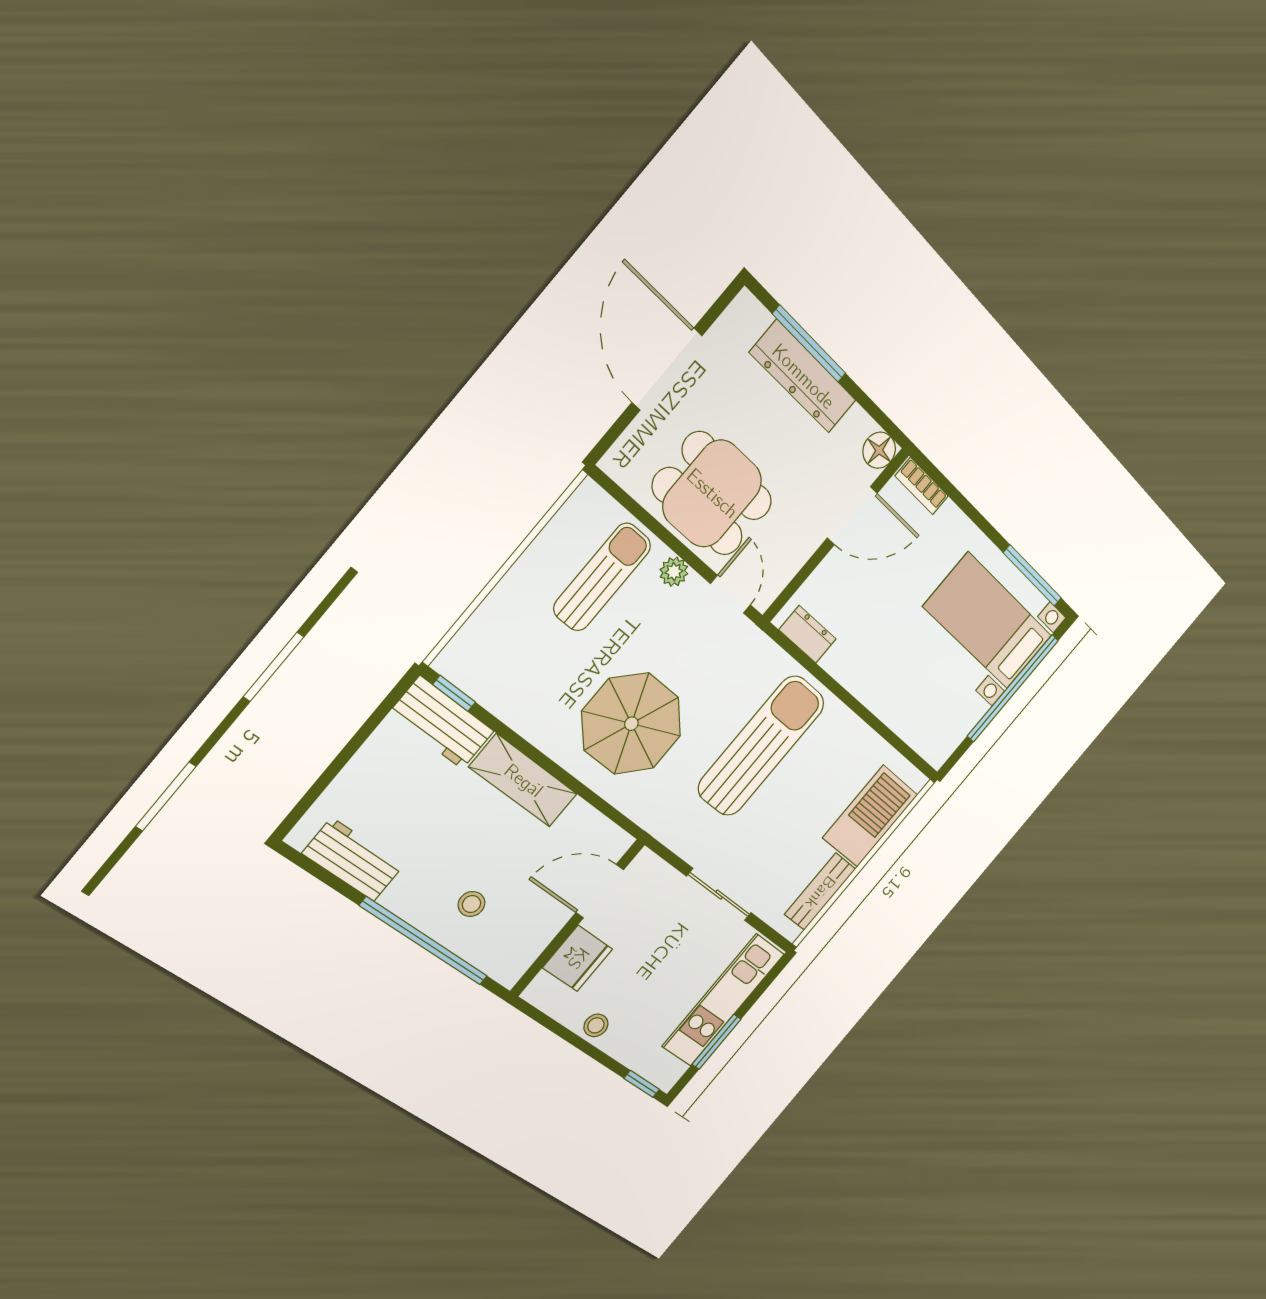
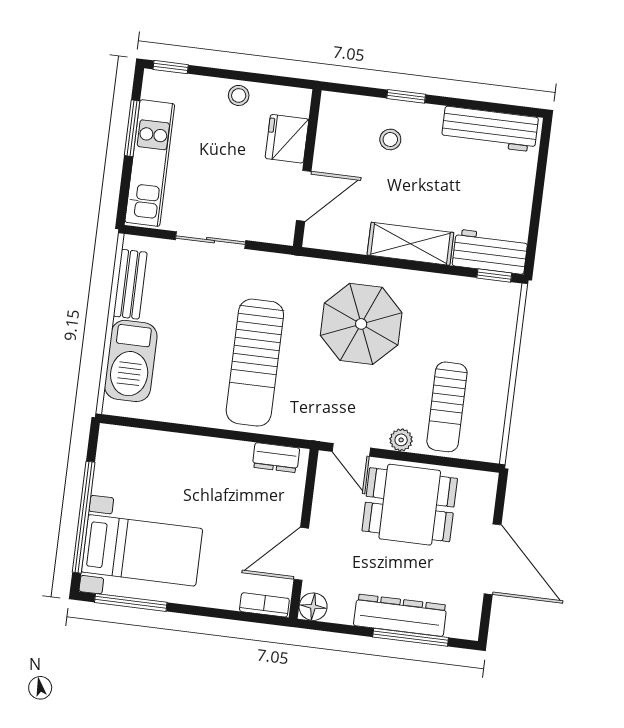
workbench: (353, 860) -> (490, 129), width x1.38
window: (424, 941) -> (406, 96), width x0.32

